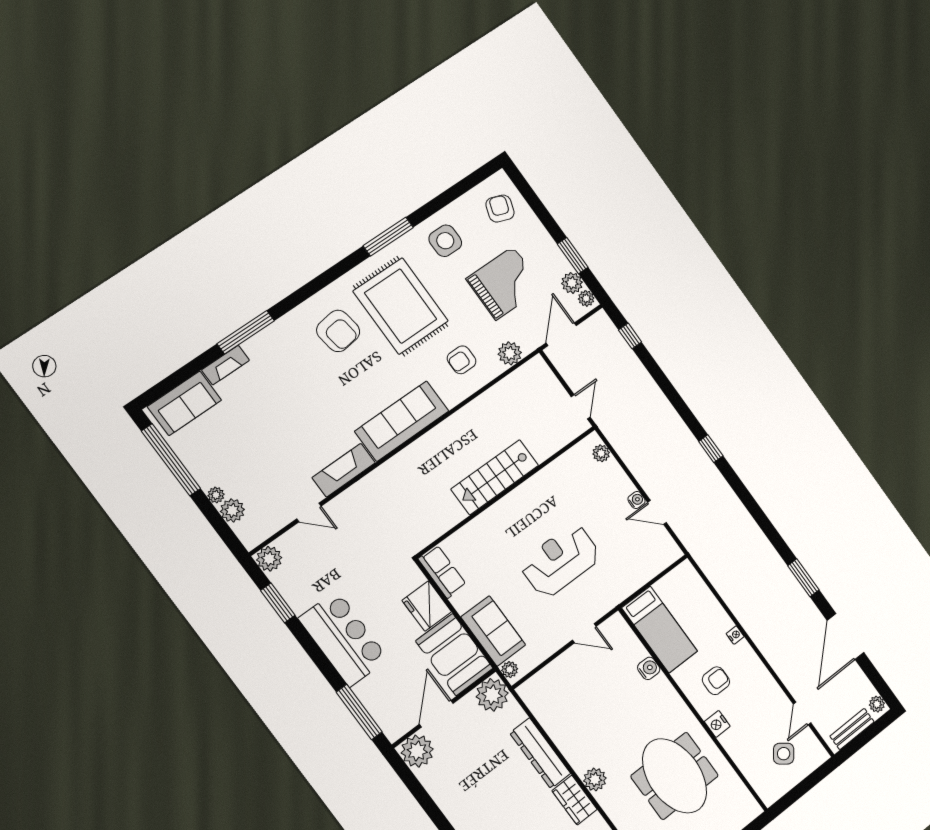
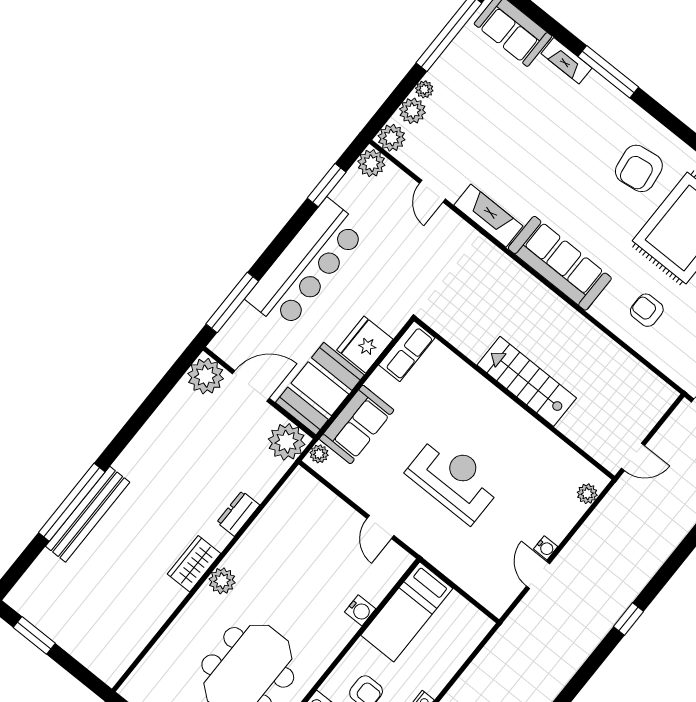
plant: (510, 353) -> (392, 138), moved
bar counter: (343, 639) -> (306, 264), width x1.36
dresser: (540, 753) -> (238, 514), width x0.51, depth x0.80

